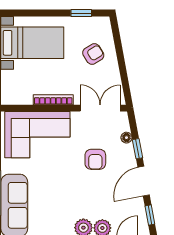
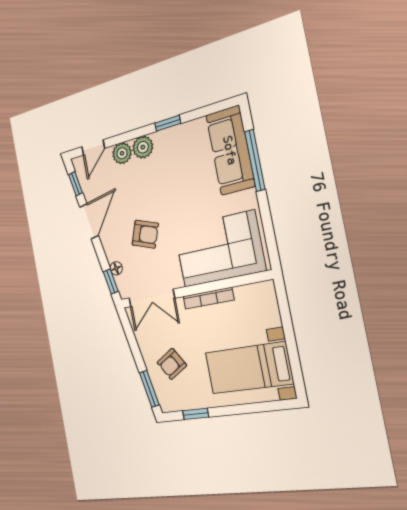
window: (117, 37) -> (149, 389), added
window: (138, 149) -> (111, 282), moved
armchair: (95, 159) -> (145, 234), turned 110

